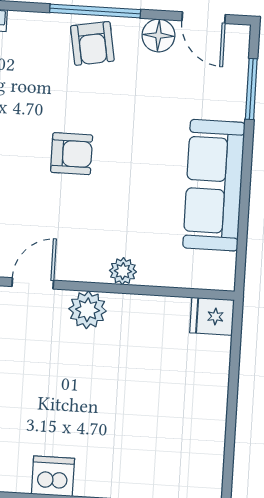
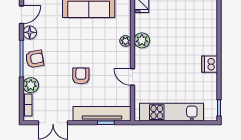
plant: (28, 30) -> (31, 85), added
armchair: (72, 154) -> (81, 76), moved
plant: (88, 310) -> (142, 40), moved

